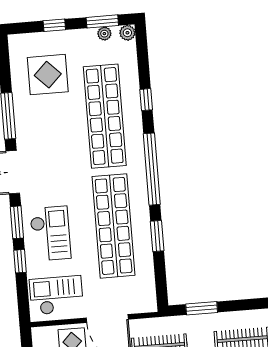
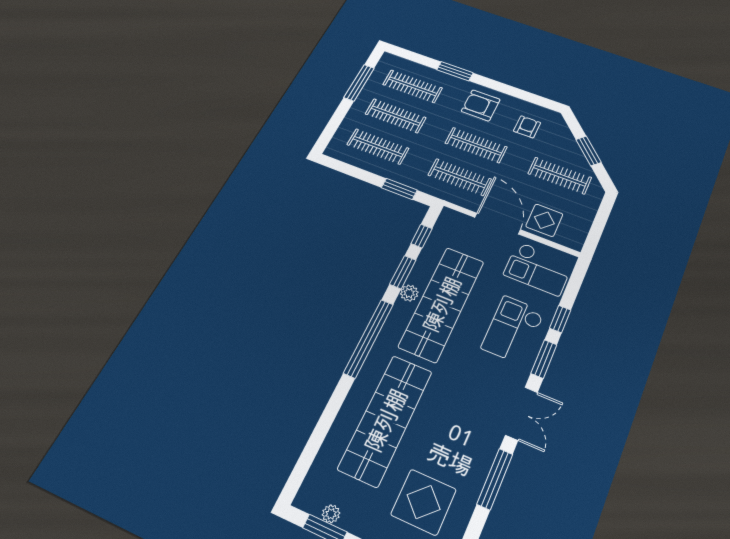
plant: (127, 33) -> (409, 293), moved
window: (146, 100) -> (422, 236), moved

